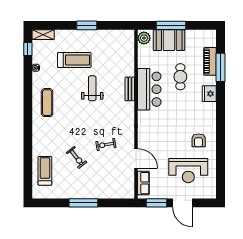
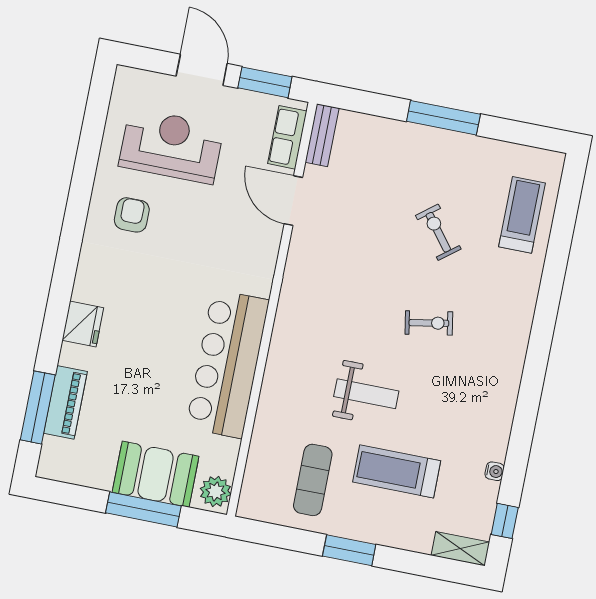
window: (221, 67) -> (38, 407), moved
cafe table: (180, 77) -> (145, 379), removed
weight bench: (92, 88) -> (366, 394), turned -90
bench: (130, 89) -> (322, 135), moved
bar counter: (149, 89) -> (227, 364), width x1.36
exercise mat: (47, 103) -> (313, 480), moved
exercise bike: (106, 145) -> (429, 323), moved
treadmill: (45, 171) -> (522, 215), turned 180

